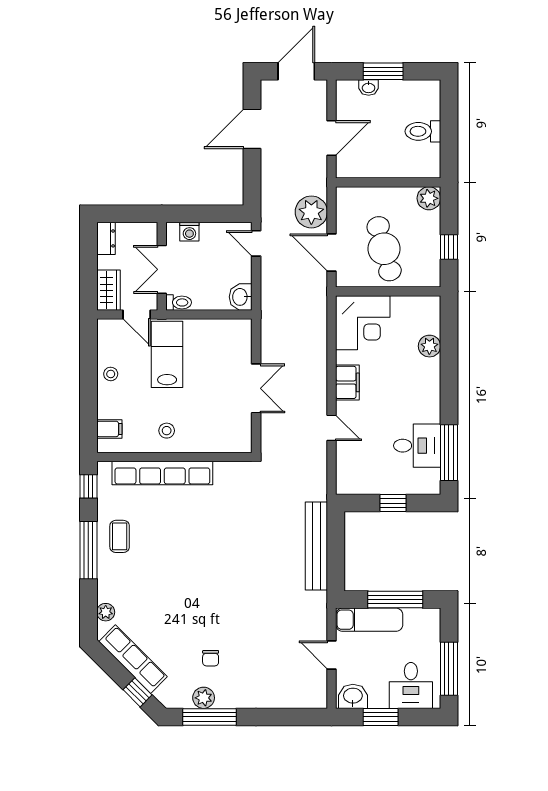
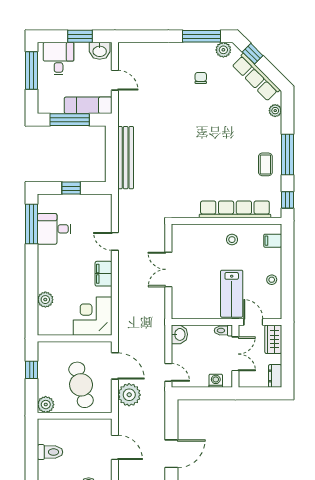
door: (332, 138) -> (115, 447), swing flipped
cafe table: (384, 249) -> (81, 385), moved
plant: (204, 698) -> (223, 50), moved

